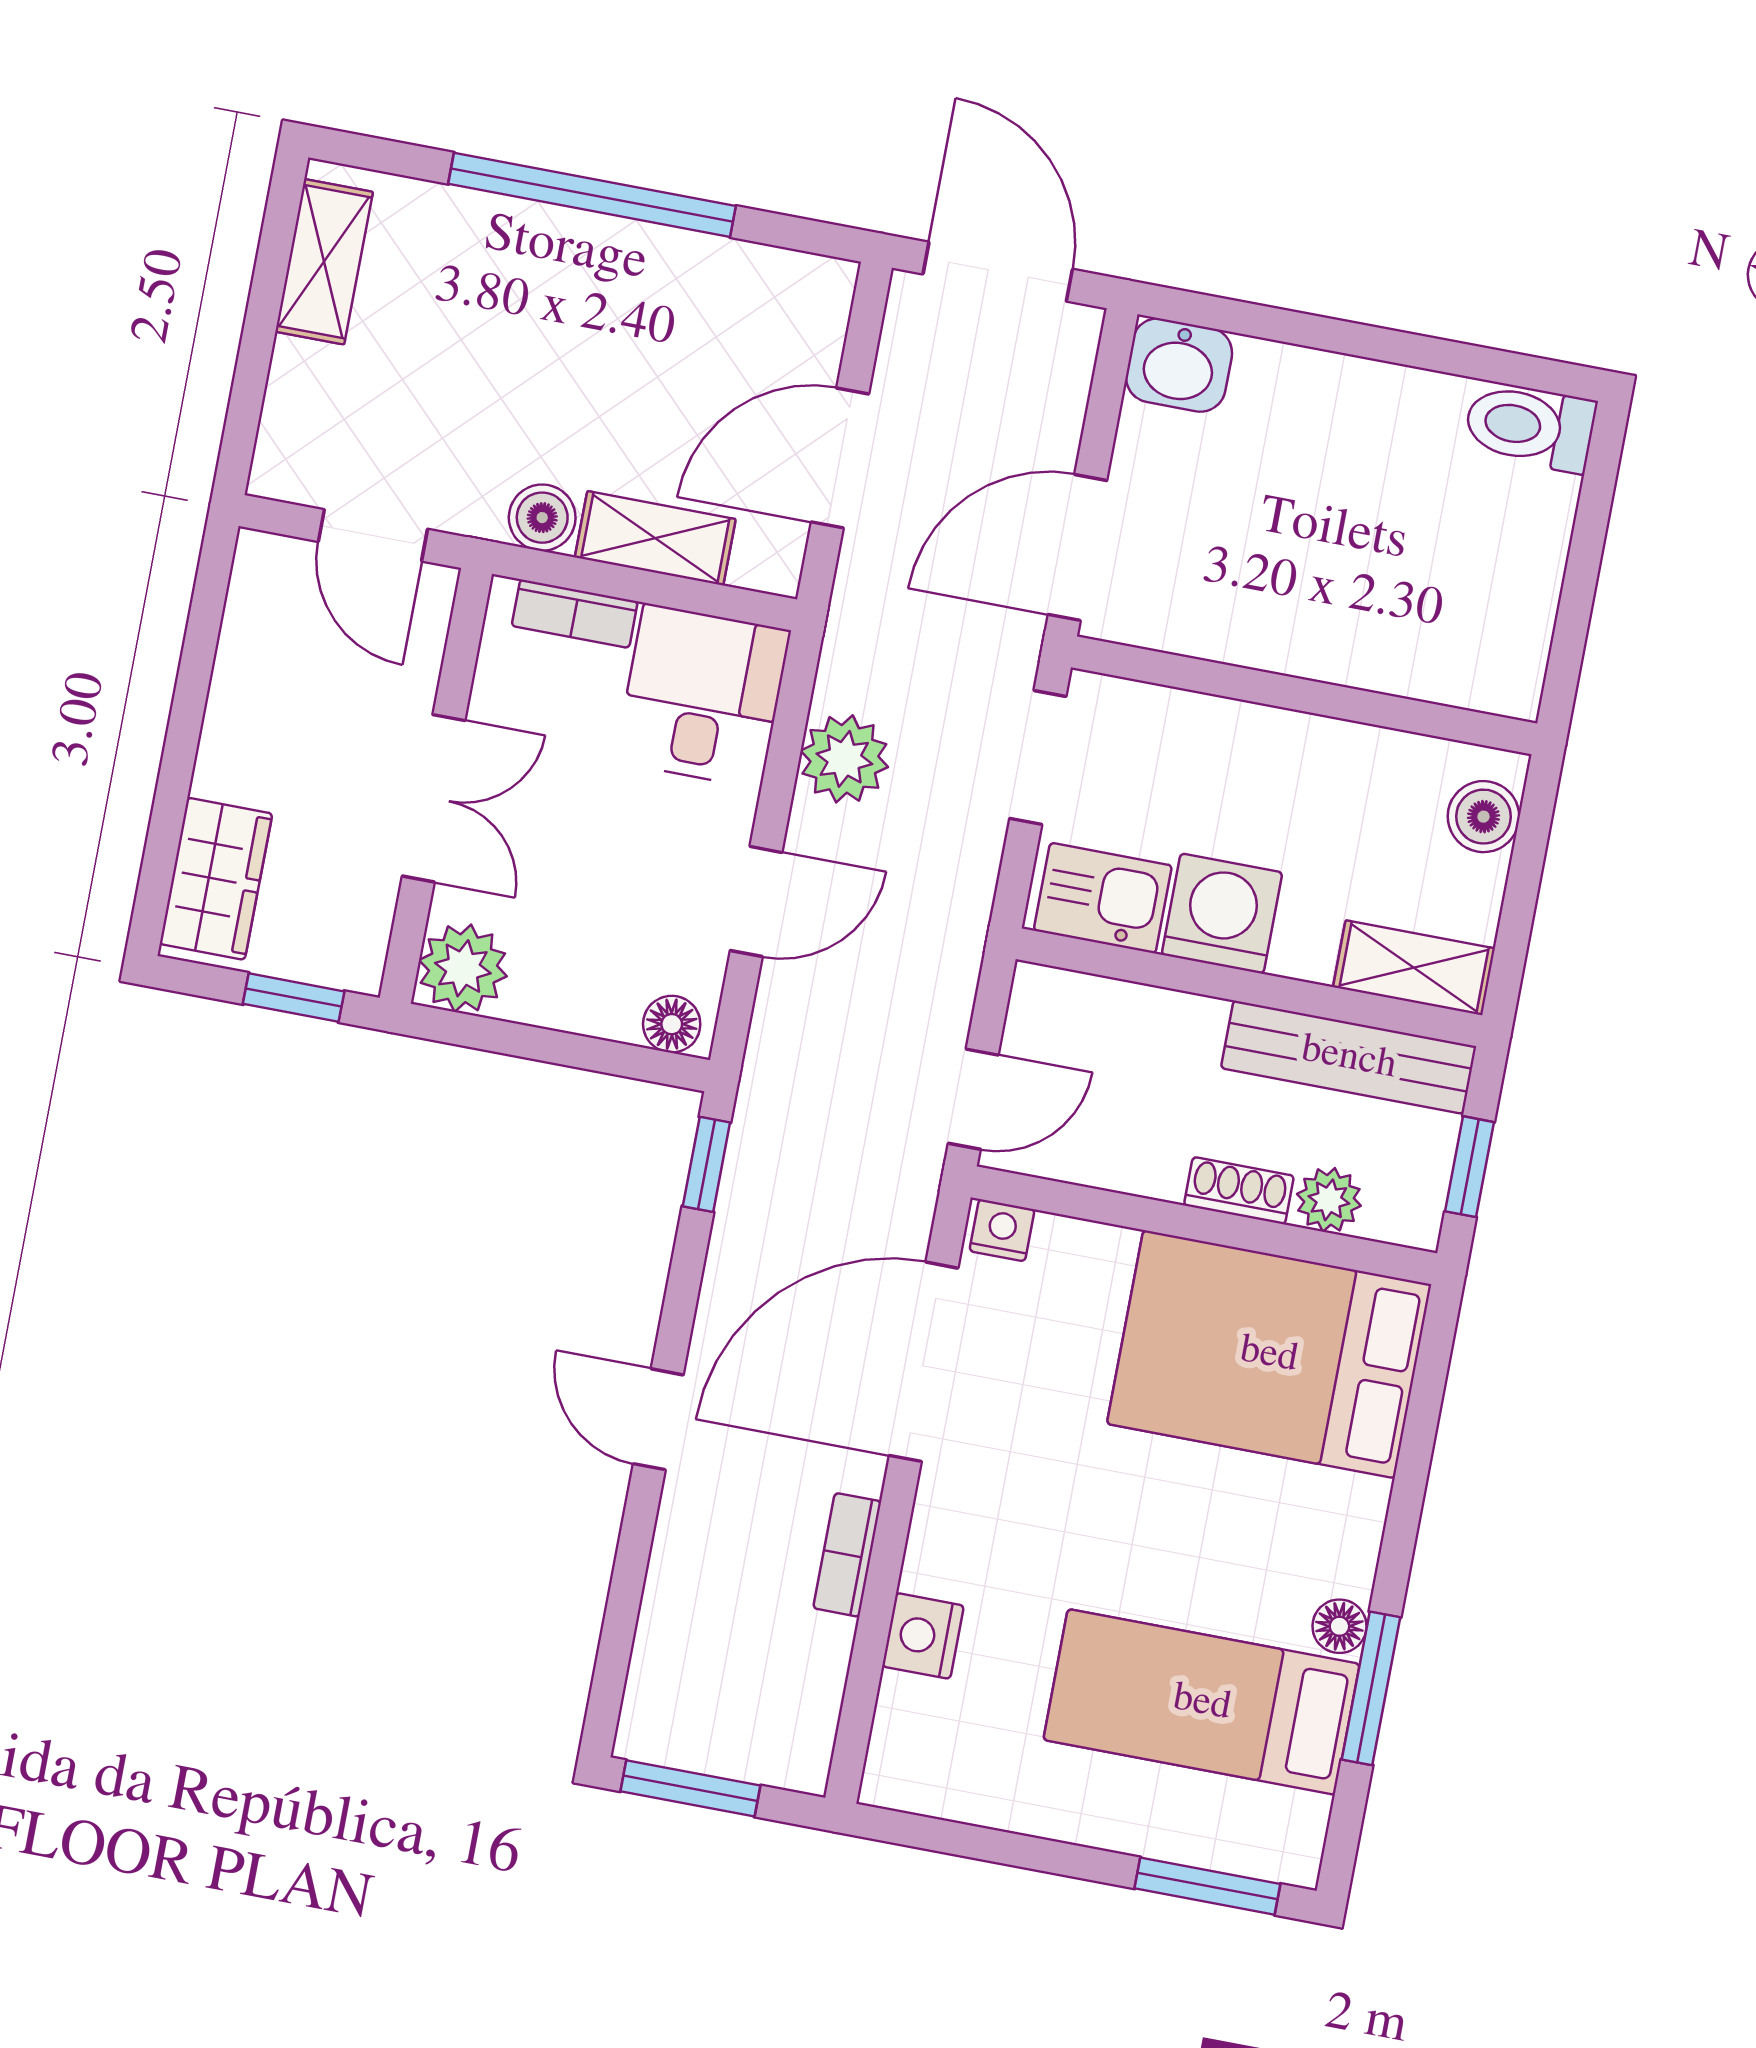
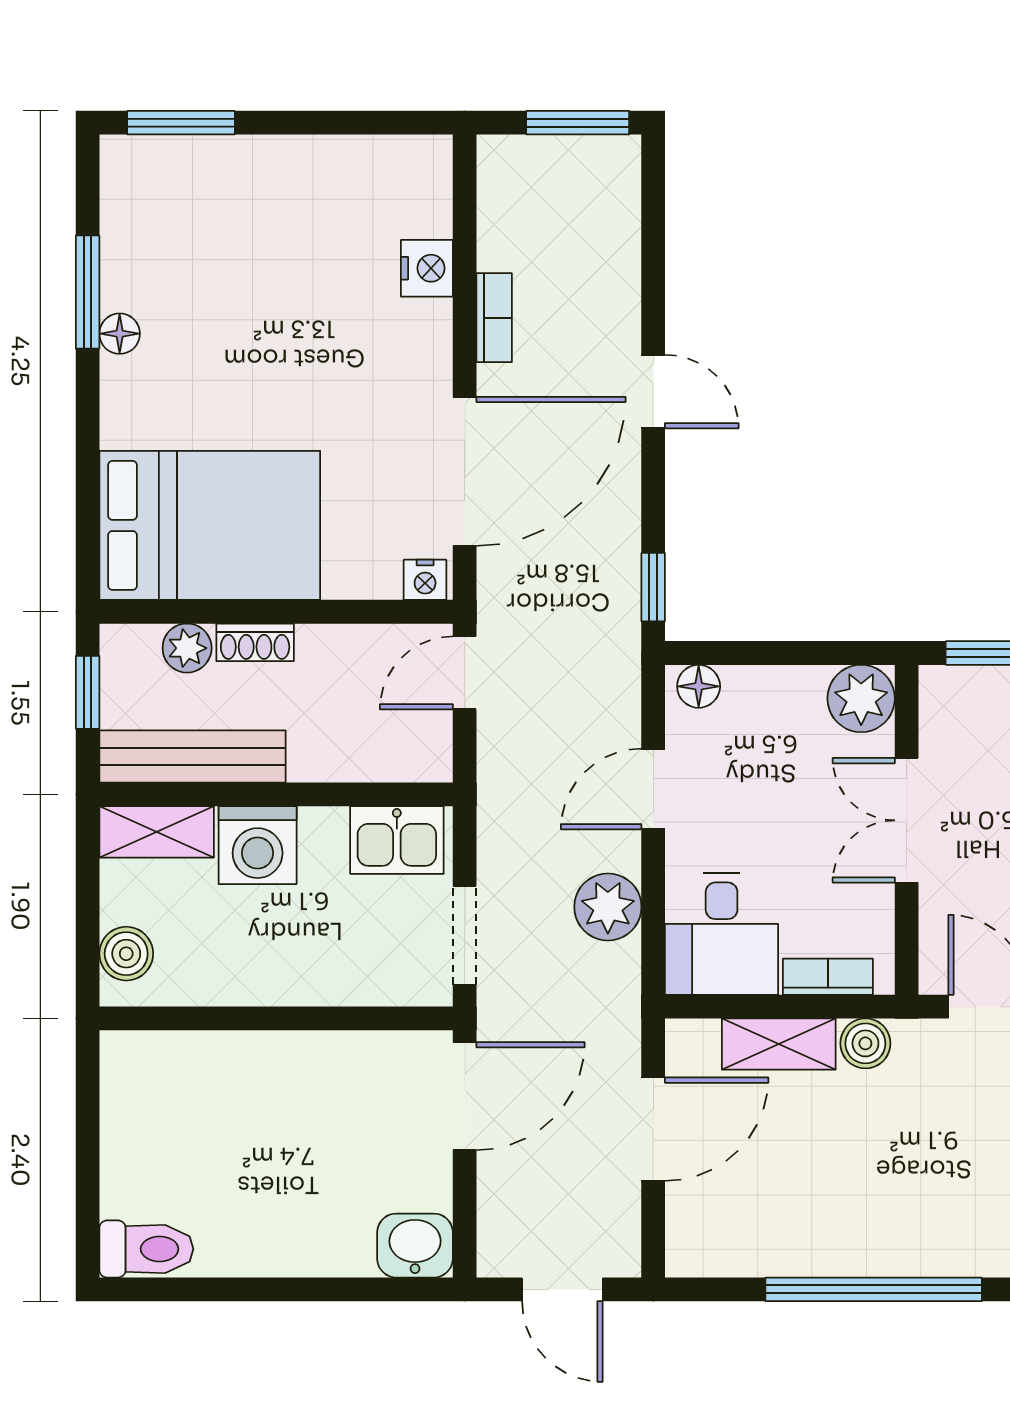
door: (998, 272) -> (562, 1289), width x0.73
washing machine: (1222, 914) -> (258, 845), moved
bed: (1202, 1702) -> (211, 258), removed

